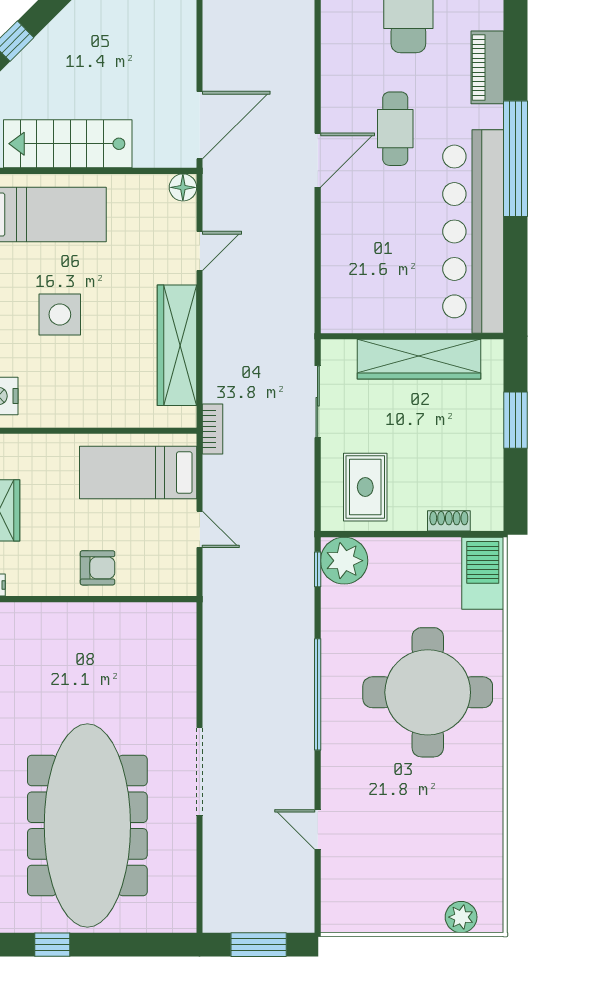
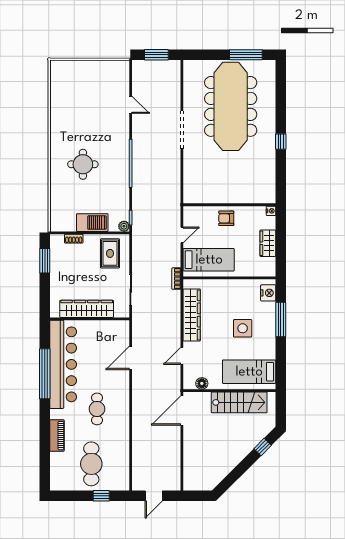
window: (516, 159) -> (45, 374), moved
door: (318, 160) -> (131, 358), moved
floor lamp: (183, 187) -> (202, 383), moved
window: (516, 420) -> (45, 261), moved
door: (200, 529) -> (182, 235), swing flipped
plant: (344, 561) -> (124, 226), width x0.53, depth x0.53
barbecue: (483, 573) -> (92, 223), moved, turned -90
round table: (428, 692) -> (83, 164), width x0.54, depth x0.54
plant: (461, 917) -> (68, 67), removed
window: (52, 945) -> (246, 55), width x2.17

